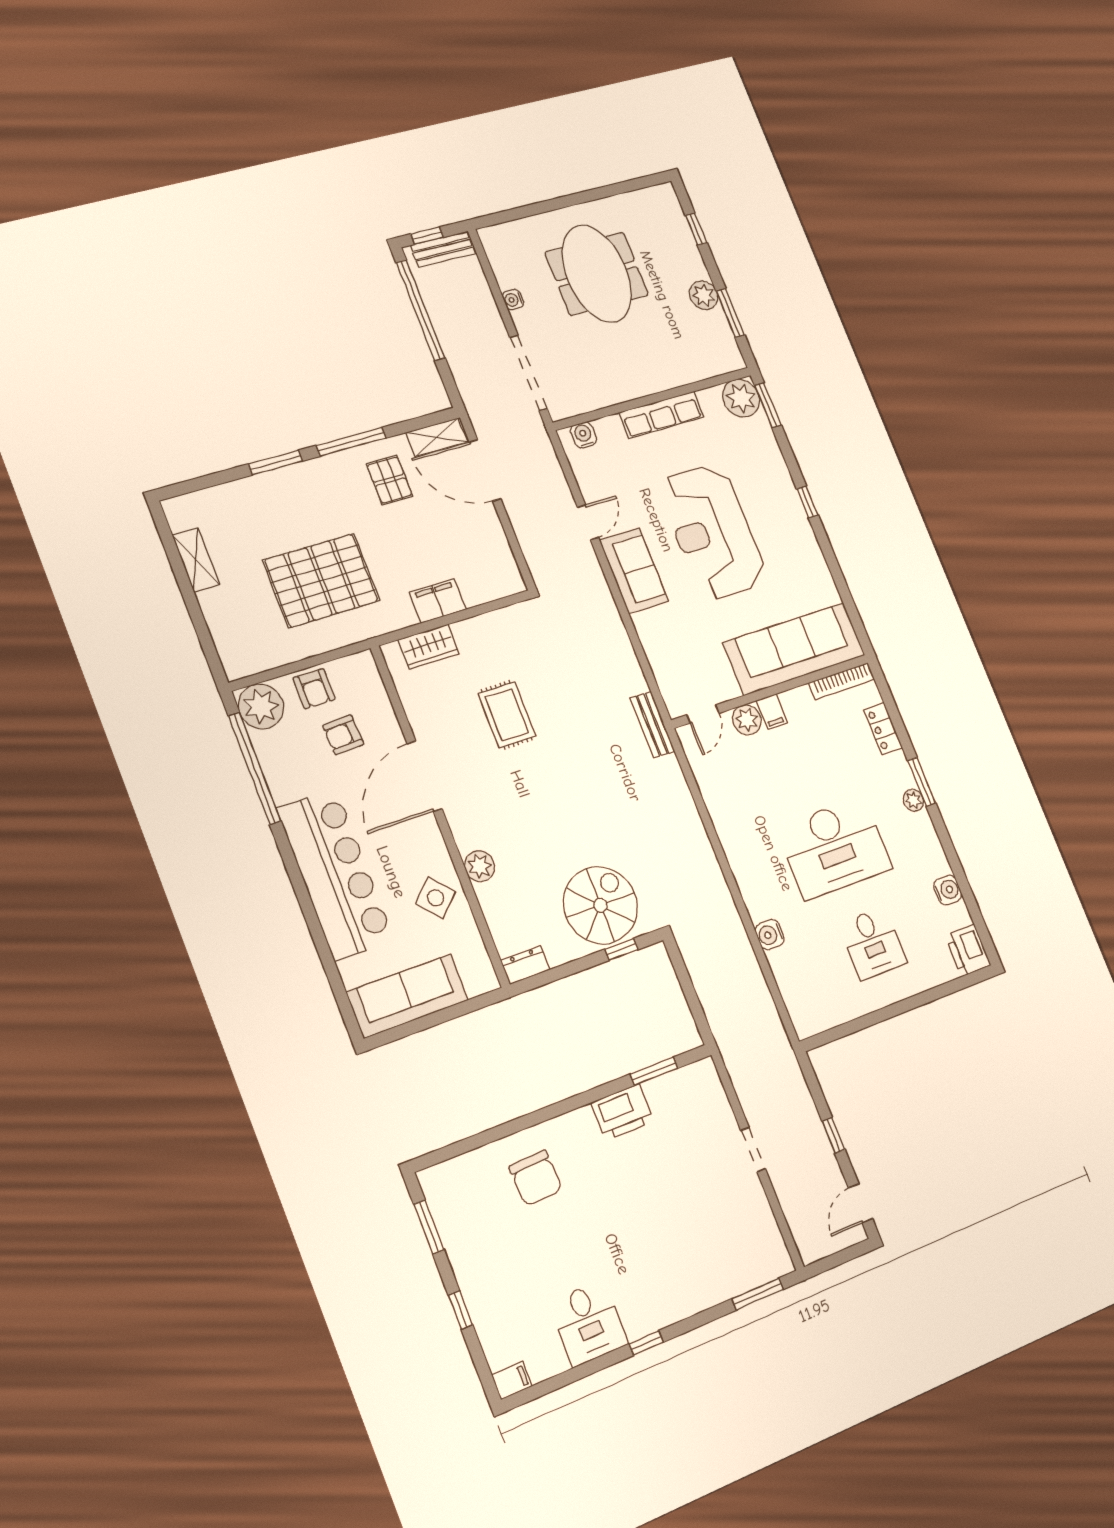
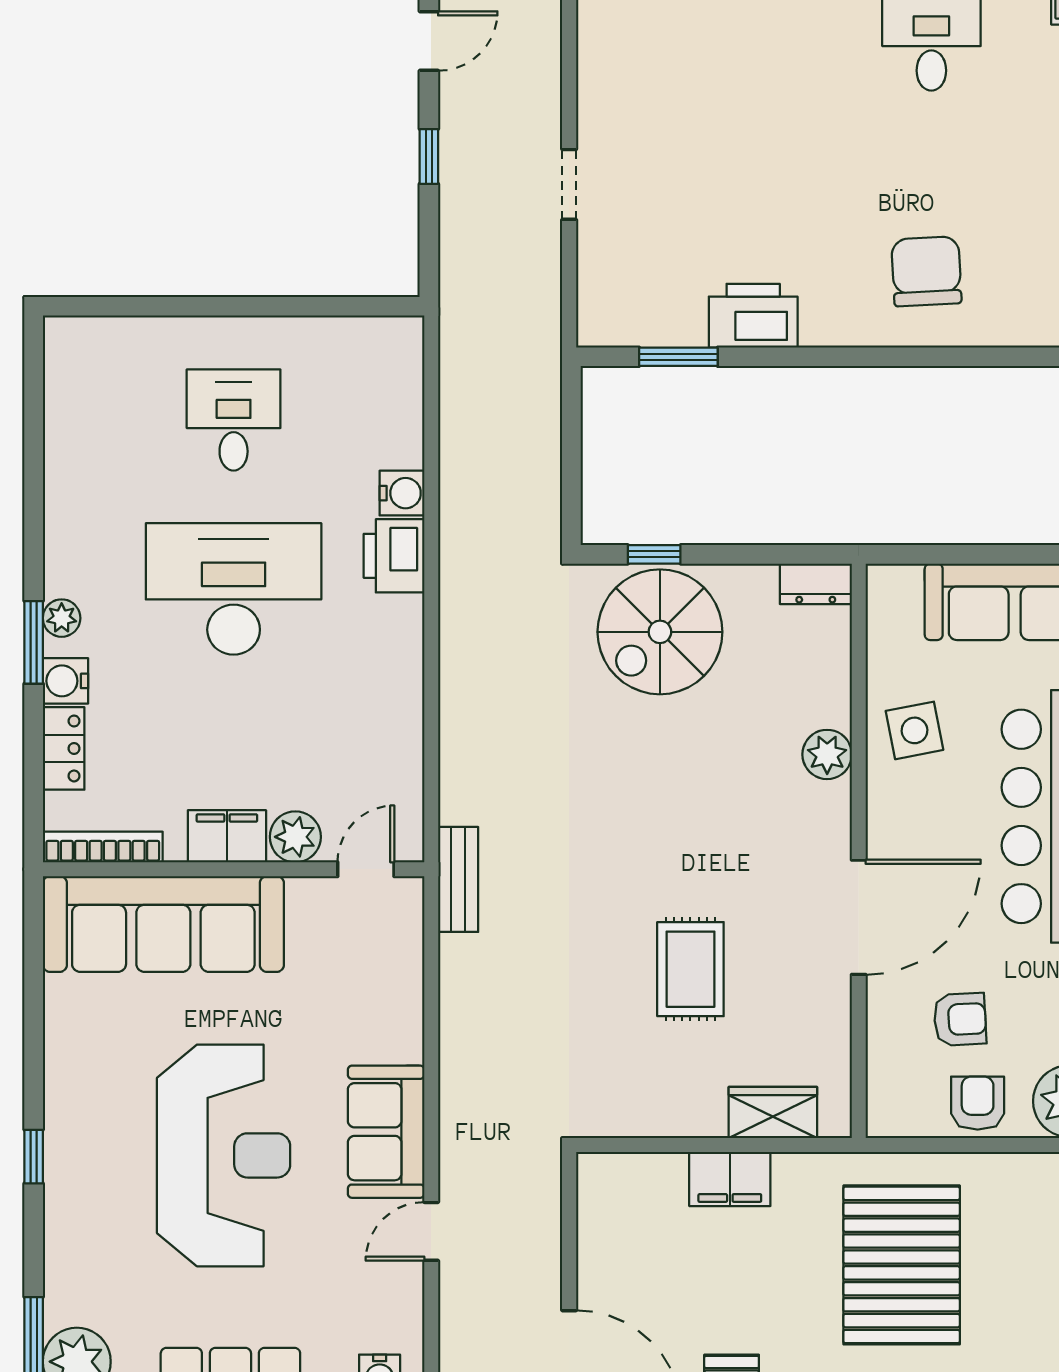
pallet: (321, 580) -> (902, 1265), turned 90
filing cabinet: (772, 712) -> (227, 836), width x2.00
water cooler: (948, 890) -> (66, 681), moved
side table: (436, 898) -> (914, 730), turned 32
printer: (968, 950) -> (394, 556), moved, turned 180

